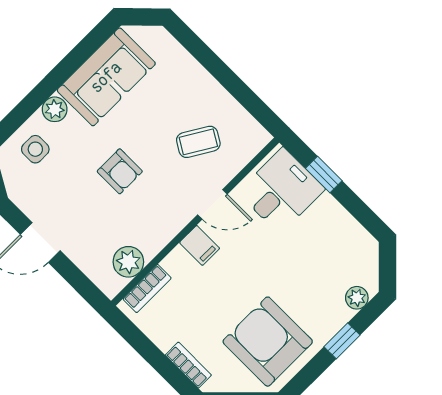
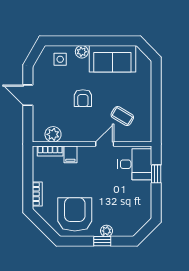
door: (212, 204) -> (105, 144), swing flipped
filing cabinet: (200, 245) -> (70, 154), moved
plant: (357, 298) -> (107, 231), moved

